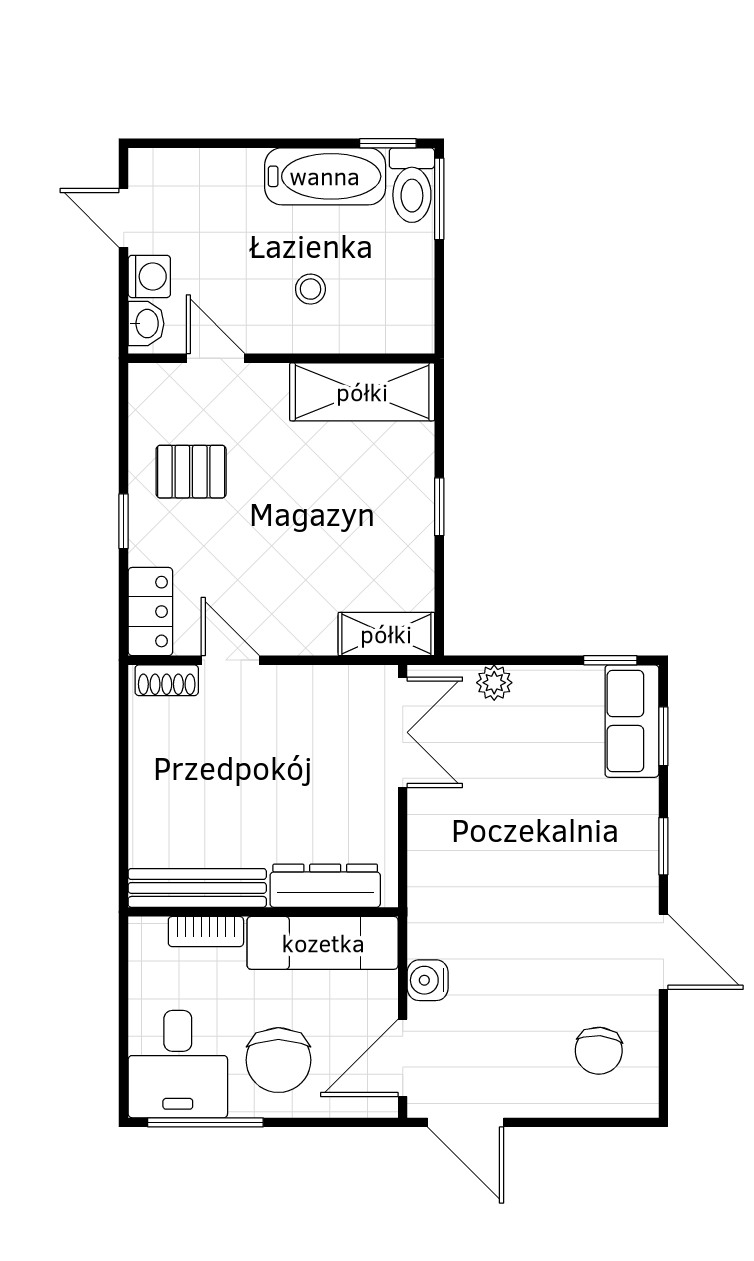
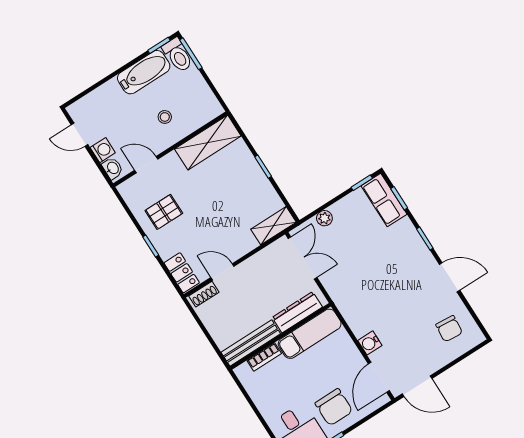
dresser: (325, 886) -> (297, 312), moved
bench: (197, 888) -> (251, 343), moved
wall: (263, 912) -> (281, 336), moved
bookcase: (206, 932) -> (264, 357), moved
exam couch: (323, 943) -> (310, 334), moved

